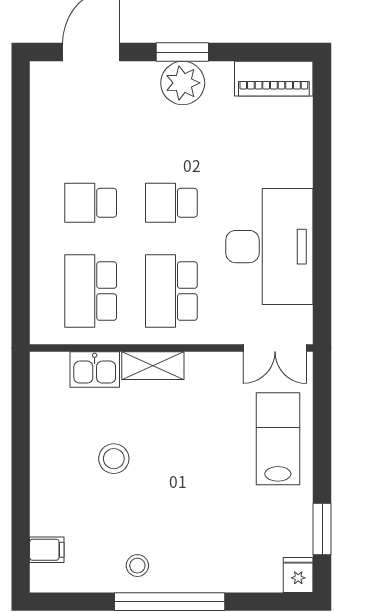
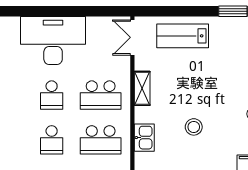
desk: (269, 247) -> (53, 41), moved
double door: (275, 348) -> (132, 37), swing flipped
shelving: (153, 366) -> (142, 88), moved

